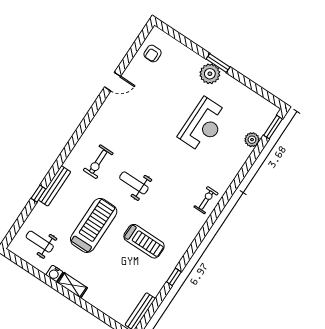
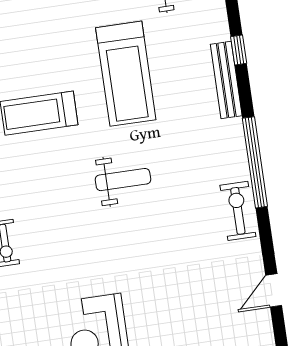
window: (73, 141) -> (255, 162), added
exercise bike: (98, 162) -> (238, 211), moved

